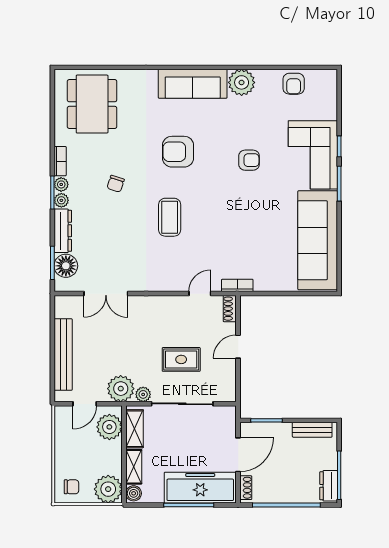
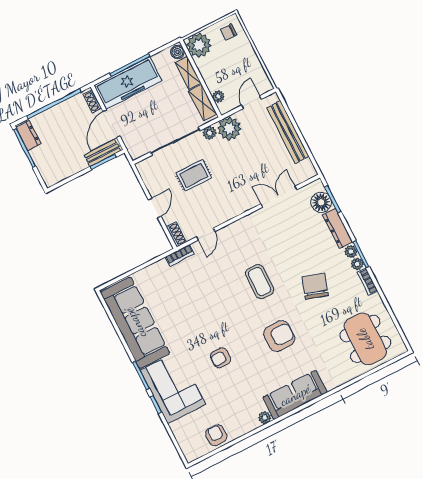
plant: (242, 82) -> (265, 418), width x0.53, depth x0.53
chair: (116, 184) -> (315, 286), width x1.87, depth x1.87
plant: (109, 427) -> (218, 96), width x0.53, depth x0.53
bench: (312, 430) -> (102, 153), moved

